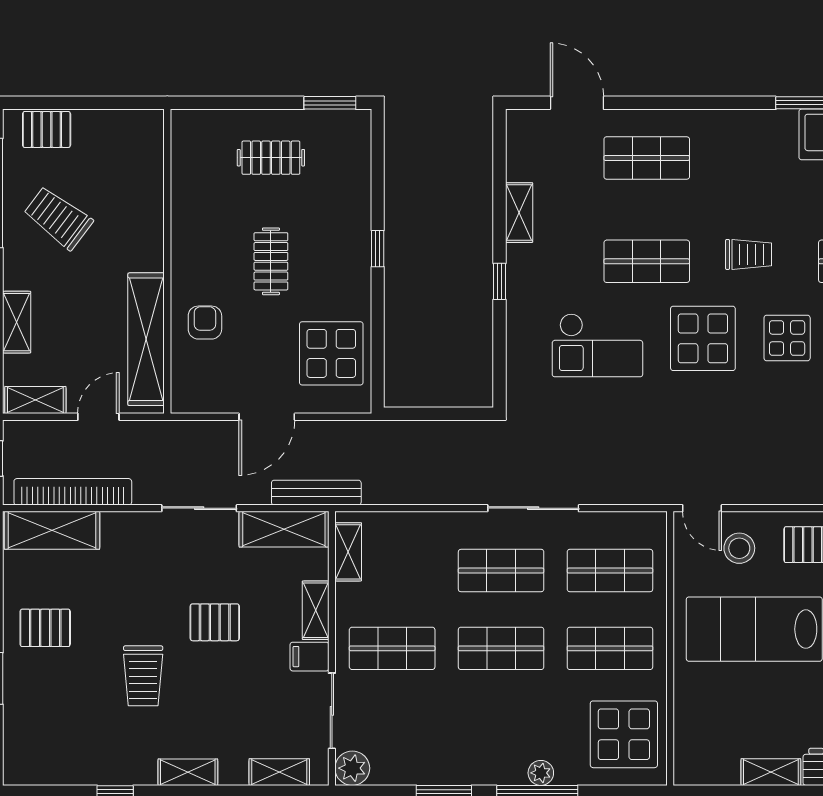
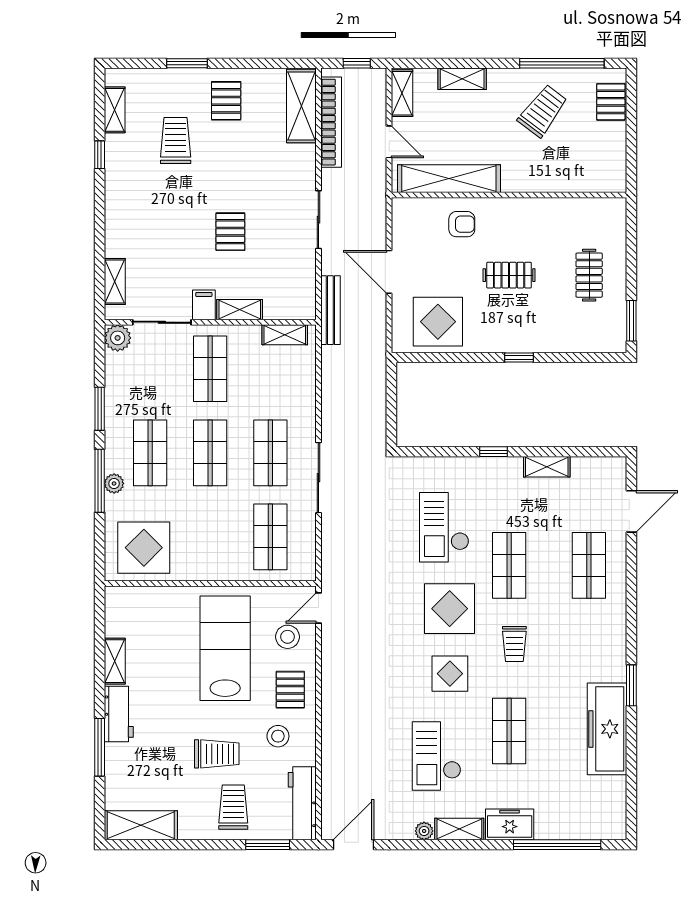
shelving: (284, 529) -> (302, 285), removed
shop shelf: (610, 648) -> (150, 453), moved
trolley: (143, 676) -> (176, 141), moved, turned 90
shelving: (188, 772) -> (115, 110), moved

